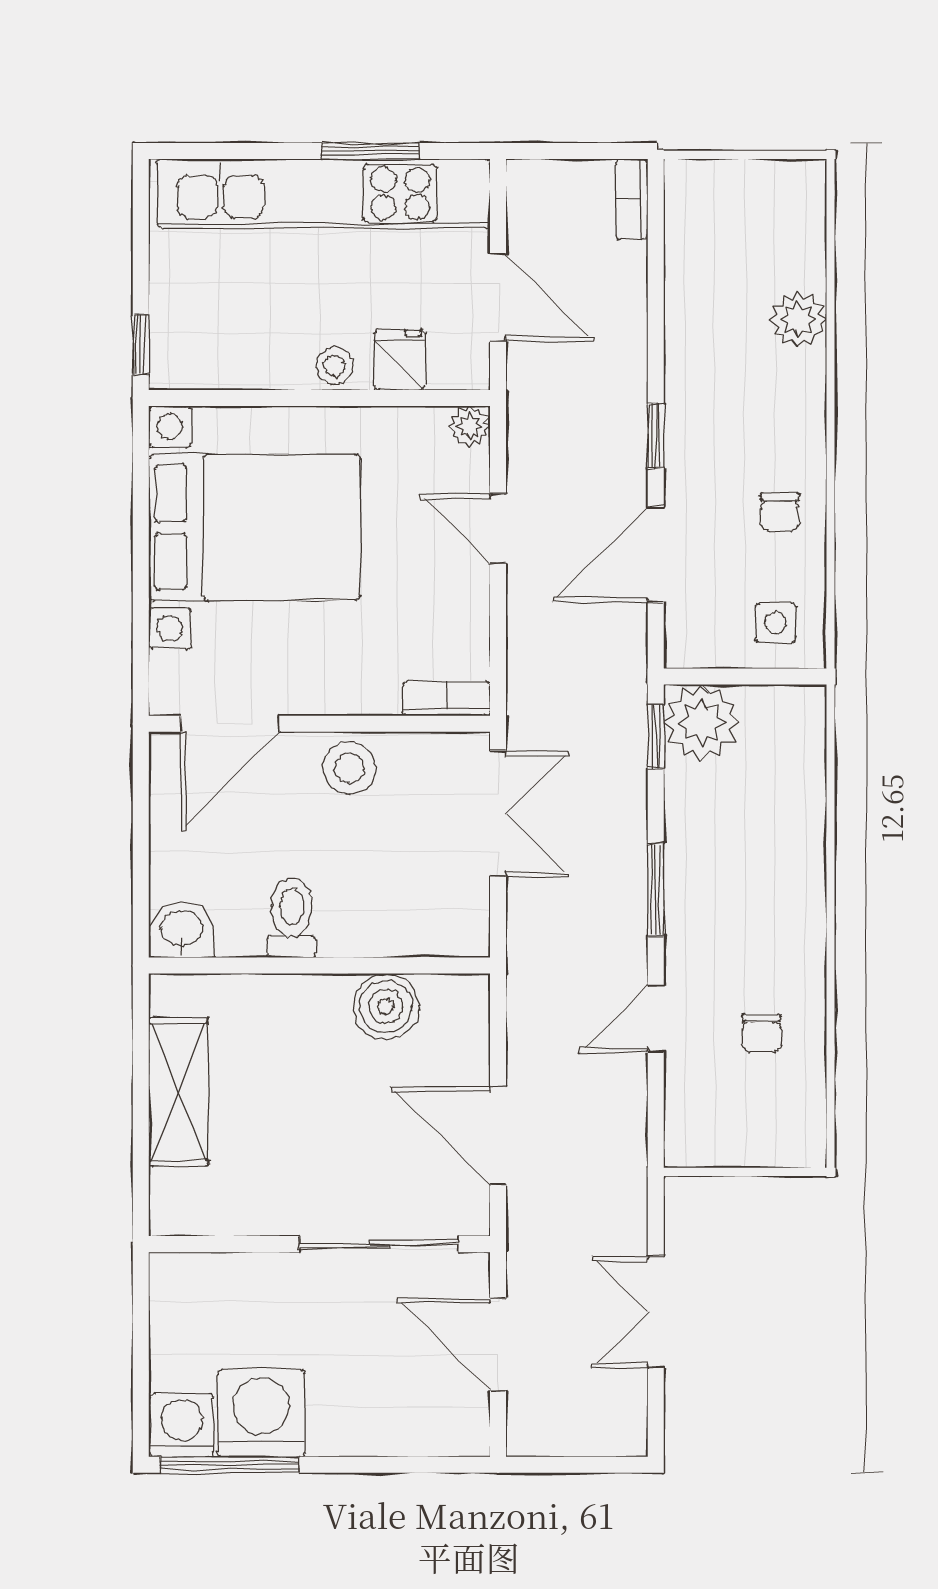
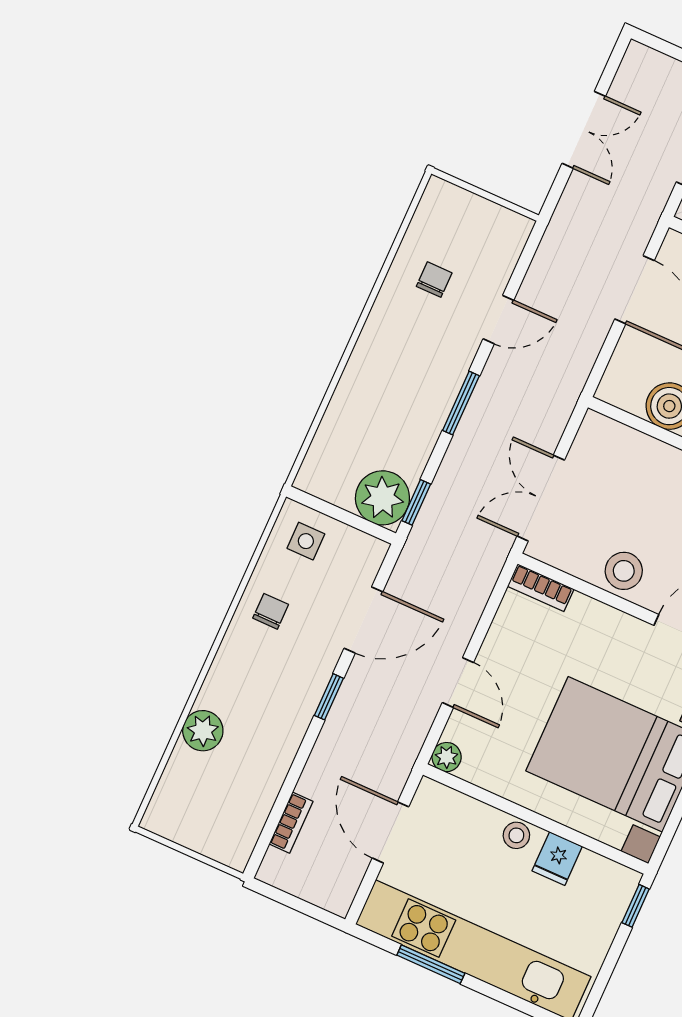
bookcase: (632, 199) -> (291, 823), moved
fridge: (400, 360) -> (557, 859), moved

